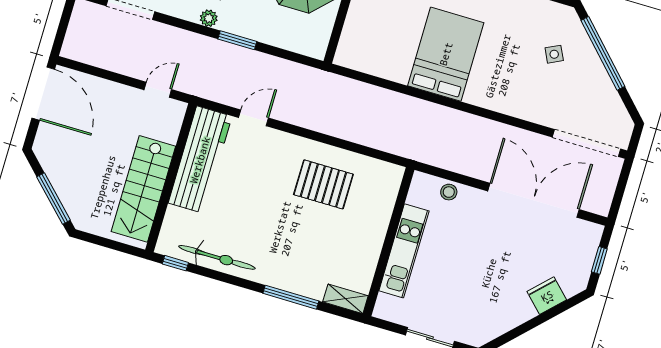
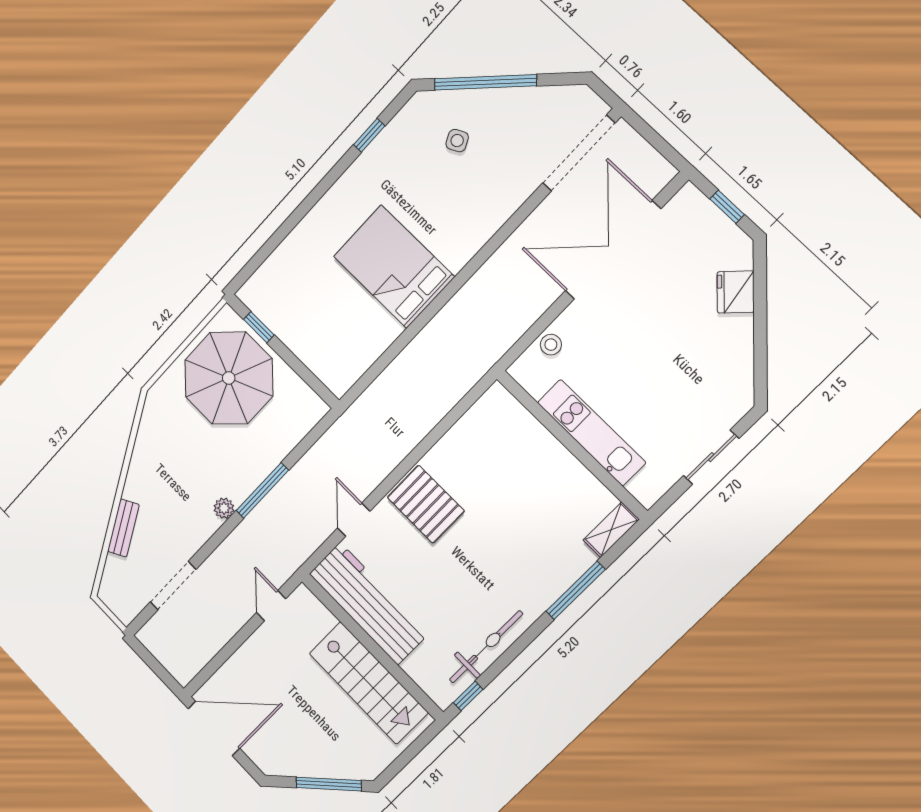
window: (237, 40) -> (262, 490), width x1.44
pallet: (323, 184) -> (426, 504), moved, turned 90

